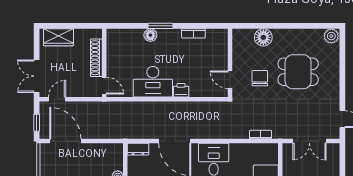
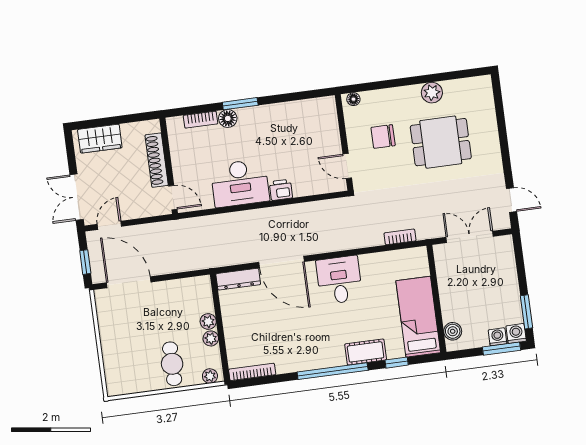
bookcase: (193, 33) -> (201, 120), moved
plant: (331, 36) -> (432, 93), moved
floor lamp: (263, 37) -> (353, 99), moved, width x0.53, depth x0.53
chair: (260, 78) -> (383, 136), moved, turned -90
double door: (309, 141) -> (470, 237), swing flipped
dresser: (138, 149) -> (238, 279), width x1.44

